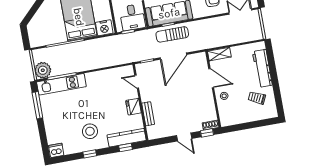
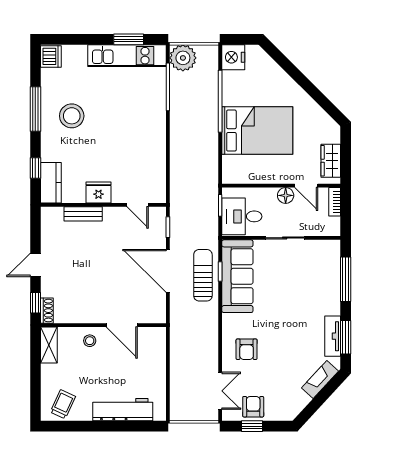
nightstand: (104, 28) -> (233, 57), moved
shelving: (219, 54) -> (49, 345), moved
door: (211, 78) -> (122, 325), hinge flipped
door: (137, 82) -> (138, 205), swing flipped
kitchen unit: (61, 84) -> (127, 56), moved, turned -90
trolley: (257, 98) -> (63, 404), moved
window: (37, 105) -> (129, 39), width x0.69
kitchen counter: (127, 138) -> (51, 183), width x0.67
window: (90, 154) -> (35, 109), width x2.17

